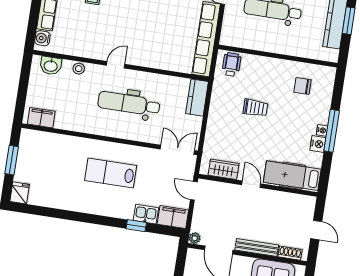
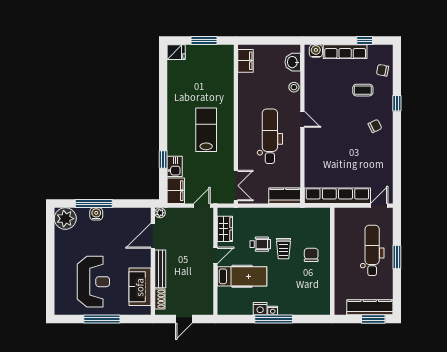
wheelchair: (231, 64) -> (260, 244), moved
chair: (302, 86) -> (311, 255), moved
hospital bed: (292, 176) -> (242, 276), moved, turned 90

